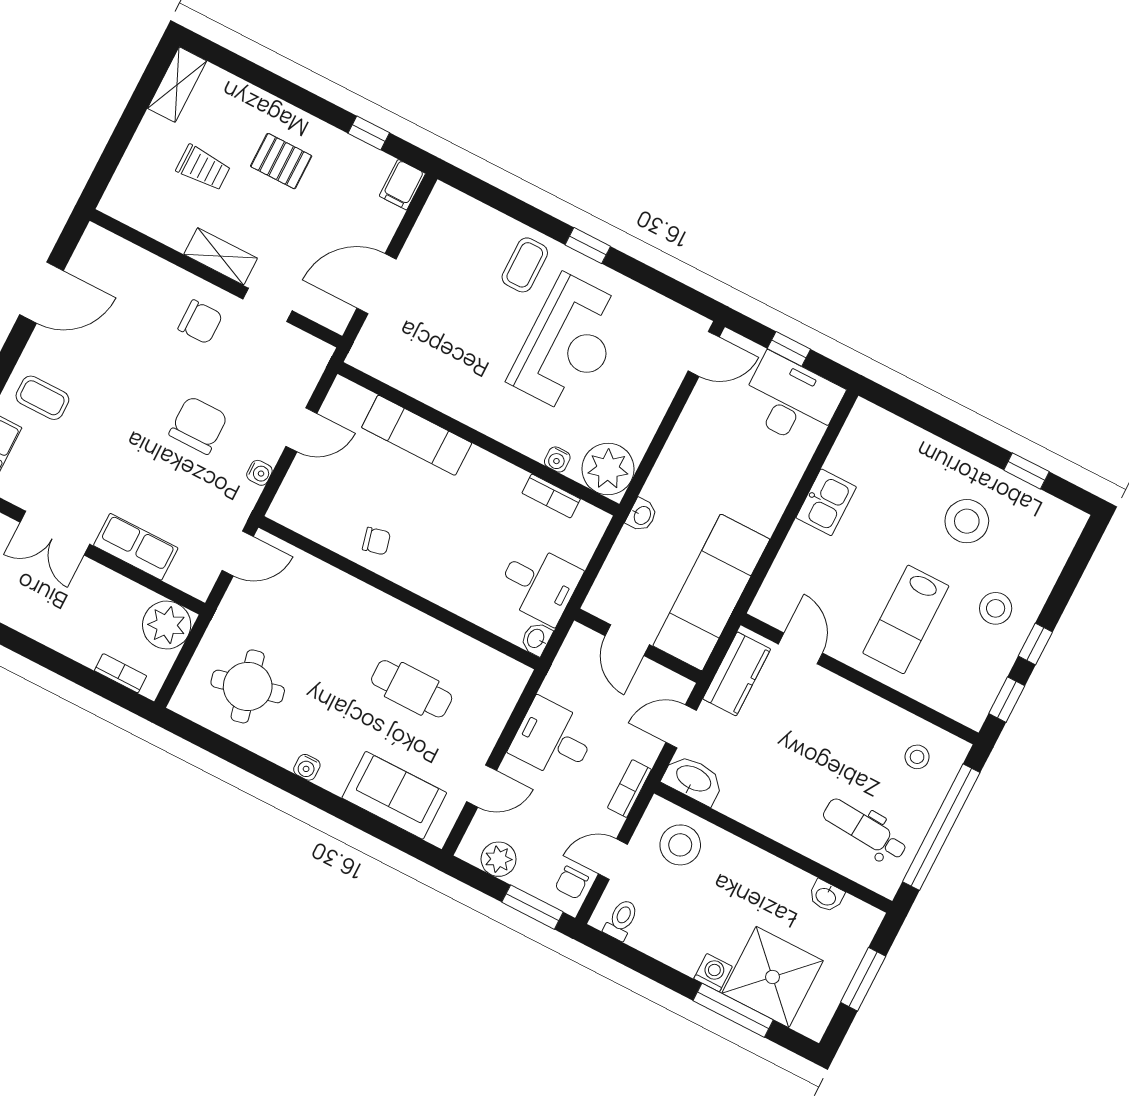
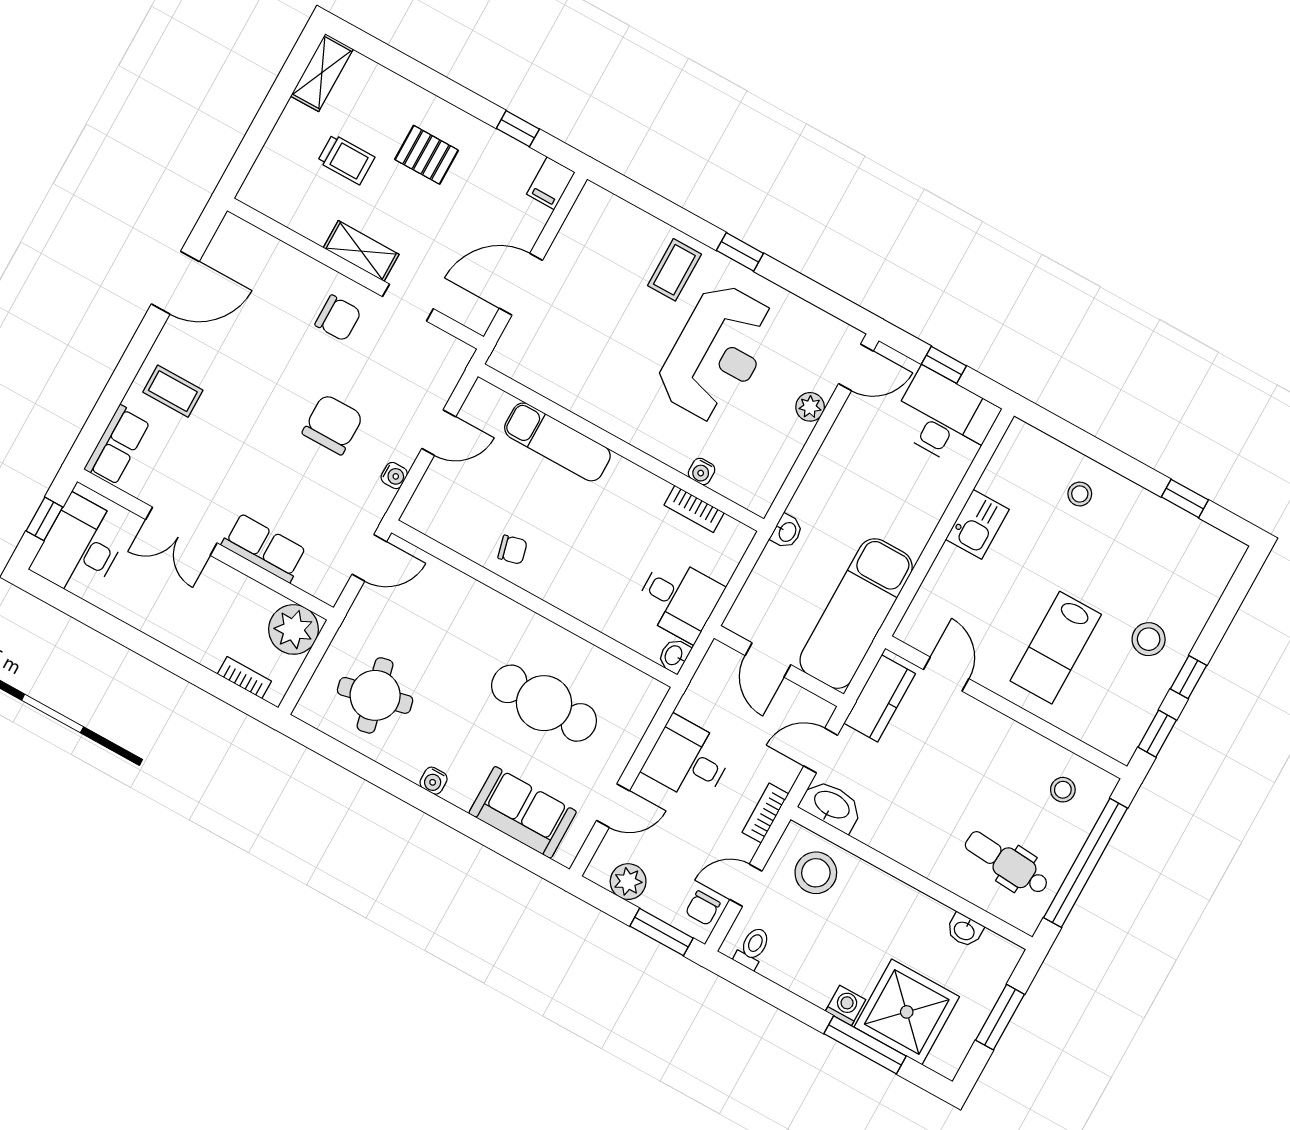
plant: (608, 469) -> (810, 407), moved, width x0.53, depth x0.53
stool: (967, 521) -> (1080, 494), moved, width x0.53, depth x0.53
cafe table: (412, 689) -> (544, 703), width x1.37, depth x1.35

